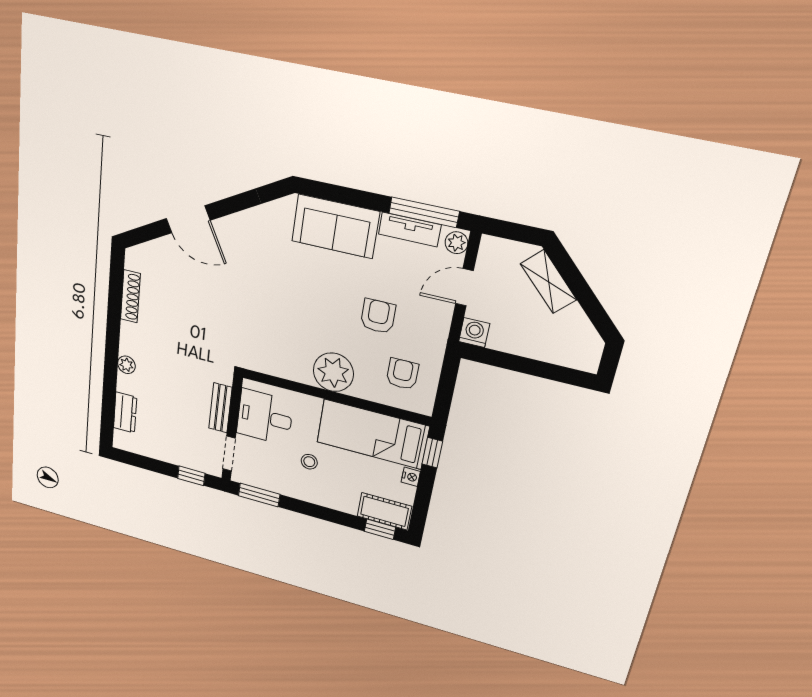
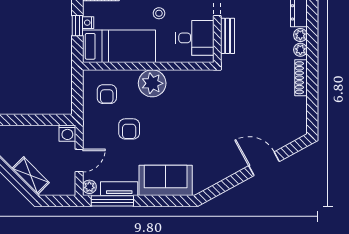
shoe rack: (130, 296) -> (301, 78), moved
plant: (125, 384) -> (300, 35), added
window: (432, 453) -> (77, 26), moved

